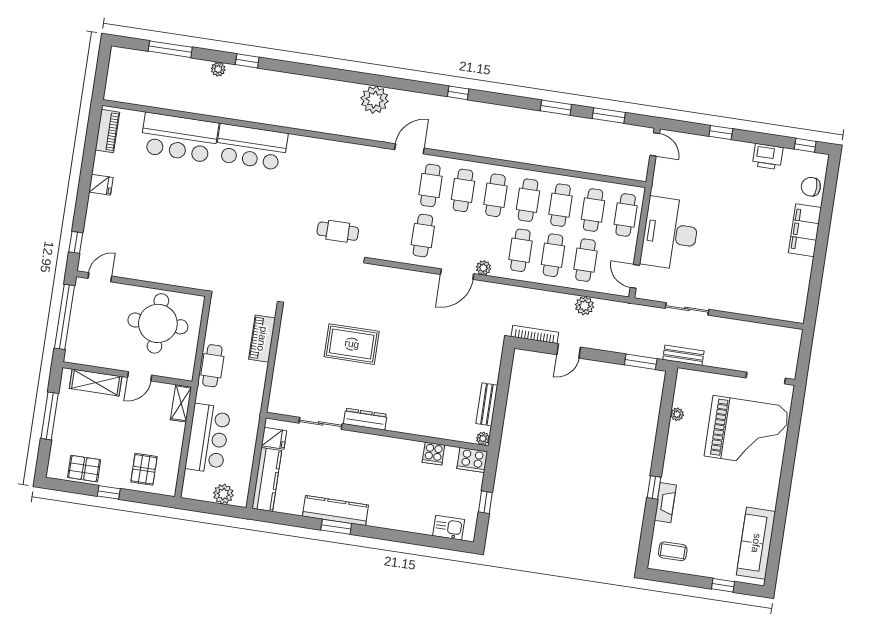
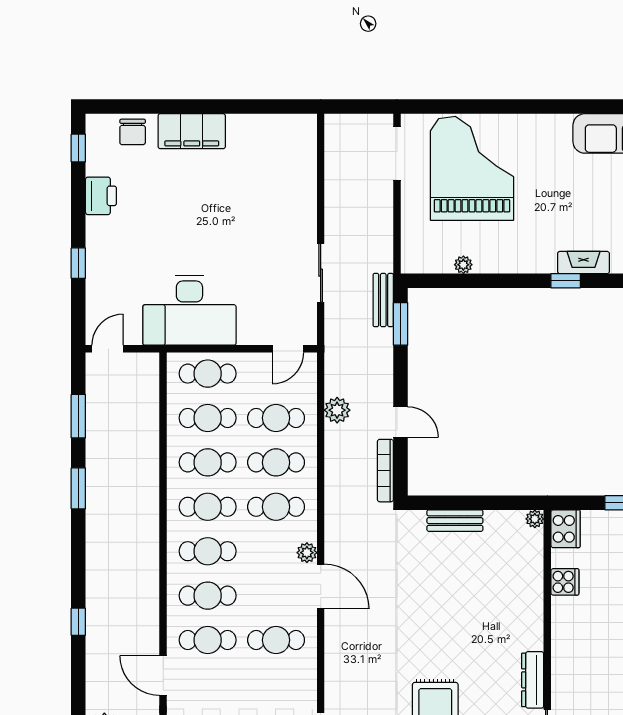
desk: (670, 233) -> (189, 310), moved
bench: (683, 355) -> (383, 300), moved
bench: (487, 404) -> (455, 521), moved

